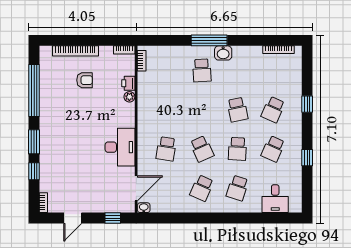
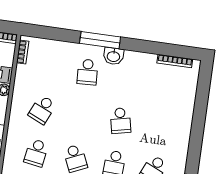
window: (307, 104) -> (198, 125), removed
school desk: (273, 110) -> (42, 110), moved

